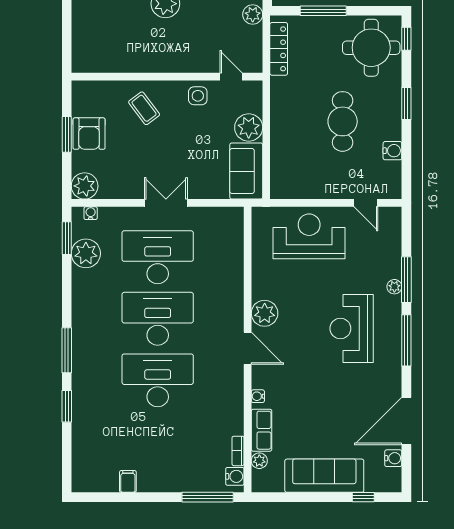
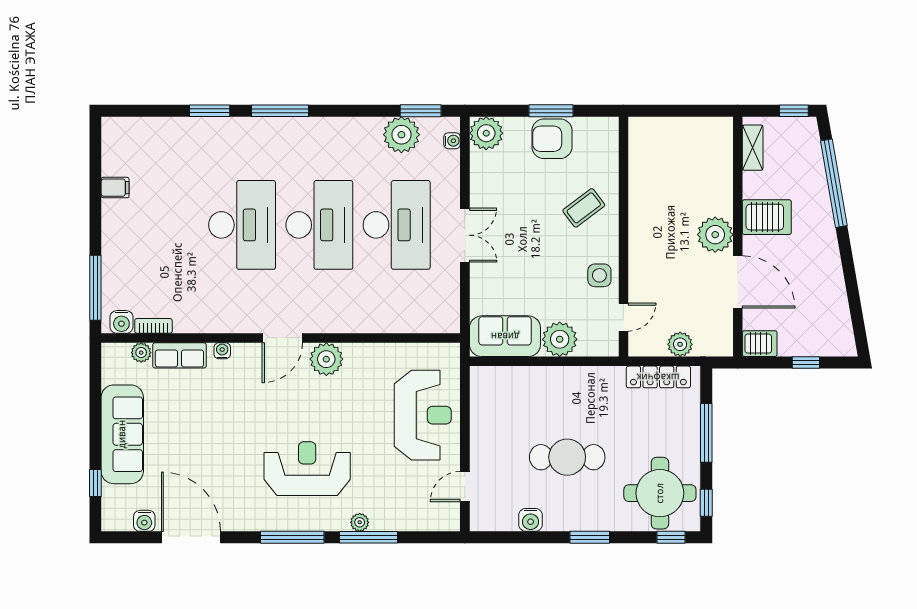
window: (379, 11) -> (706, 503), added
plant: (253, 15) -> (680, 344), moved

